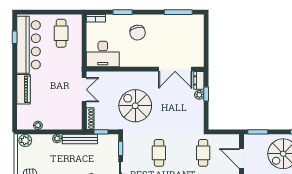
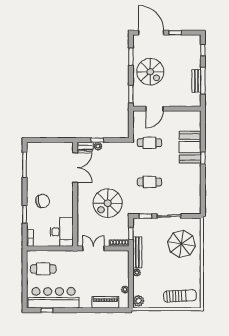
piano: (24, 89) -> (105, 302), moved

